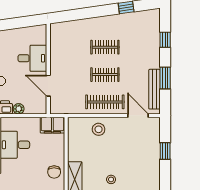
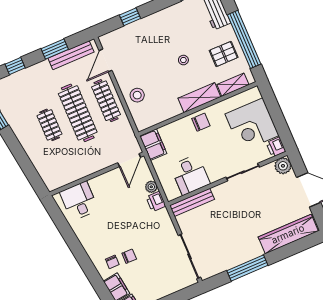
desk: (32, 58) -> (79, 201), moved
clothes rail: (105, 75) -> (78, 113), width x1.86, depth x1.31
door: (48, 86) -> (129, 160), moved

